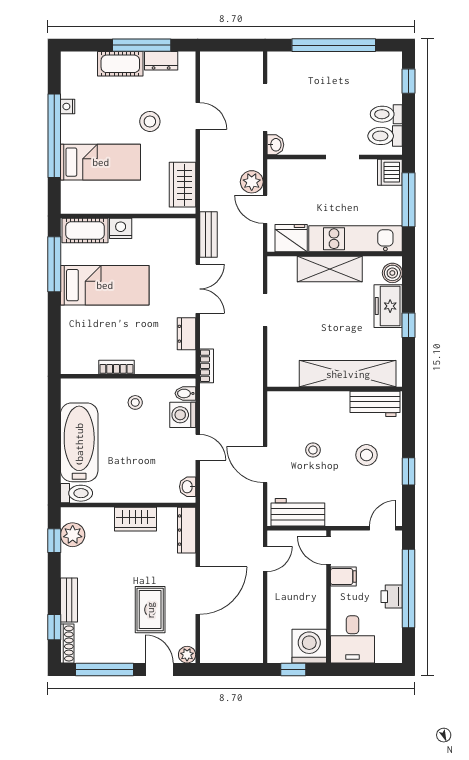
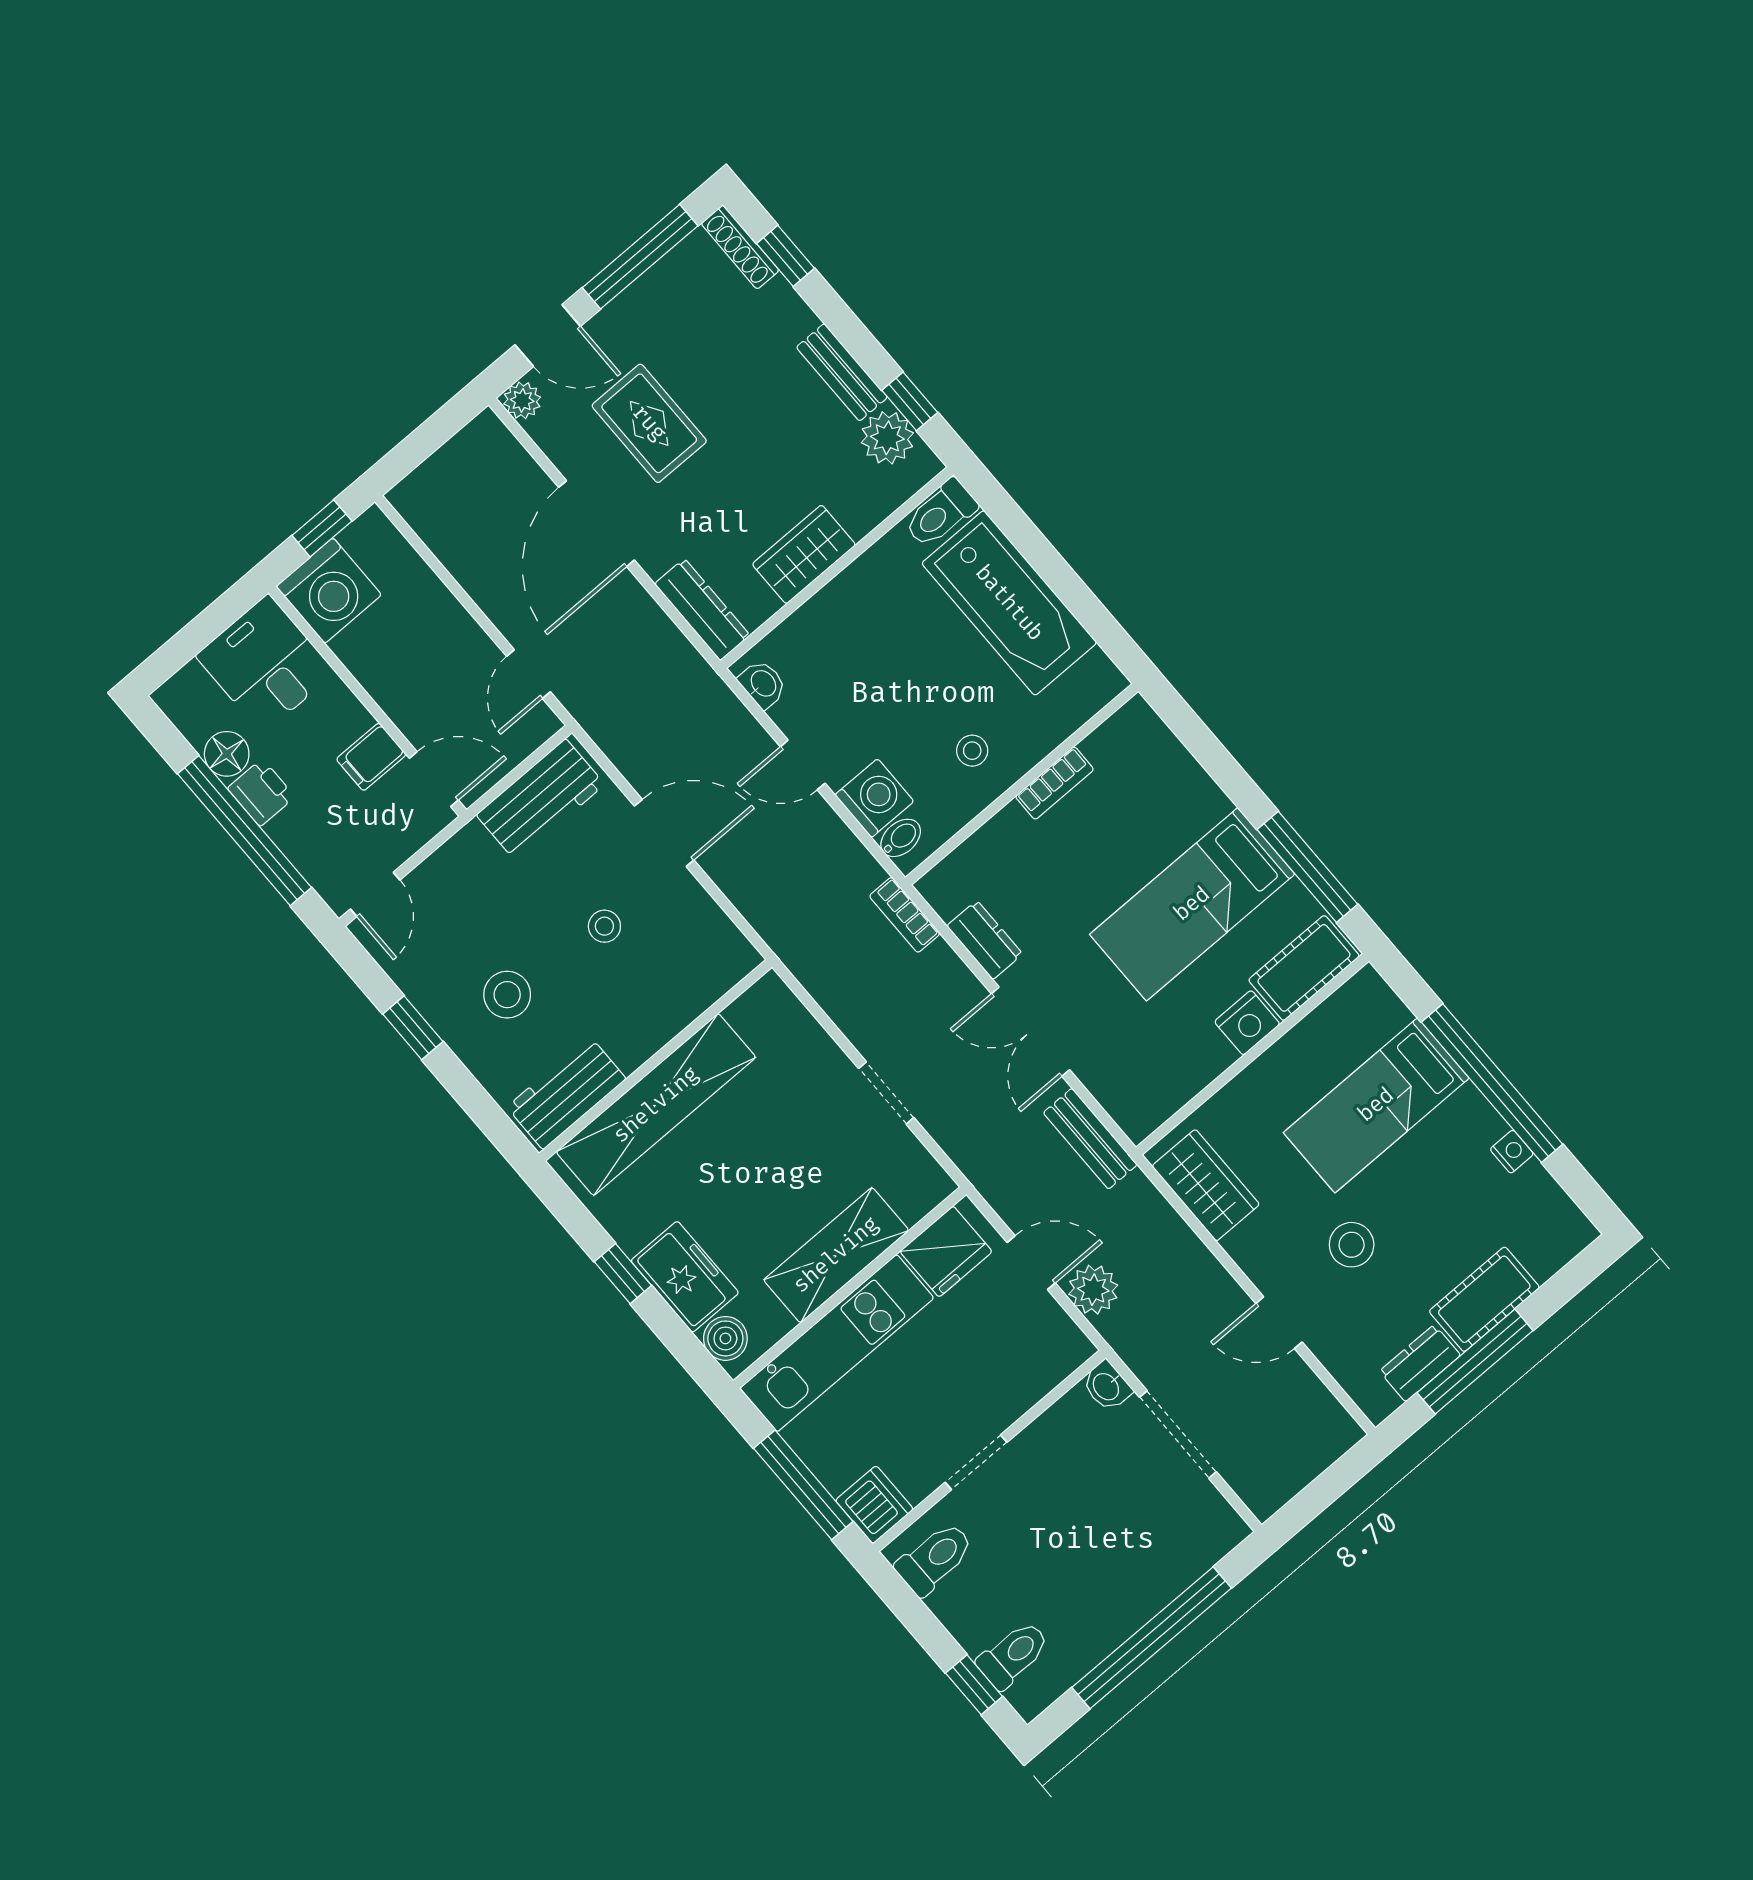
toilet: (386, 114) -> (1013, 1655), moved
bench: (69, 600) -> (842, 372), moved
floor lamp: (392, 620) -> (227, 754), added

